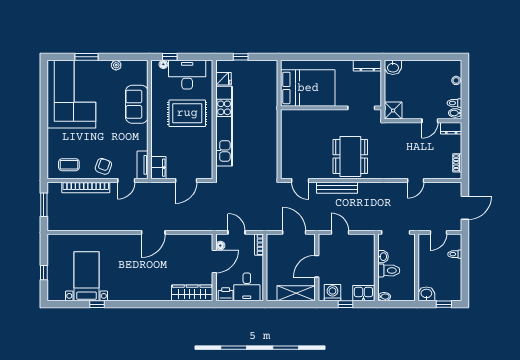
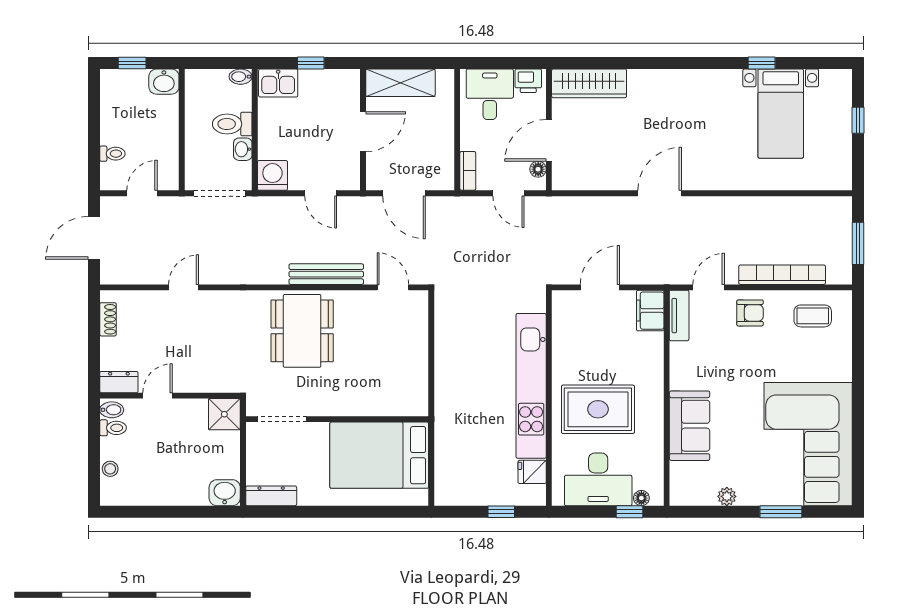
armchair: (103, 166) -> (750, 313), turned -110
washing machine: (332, 293) -> (272, 175), moved, turned 180

